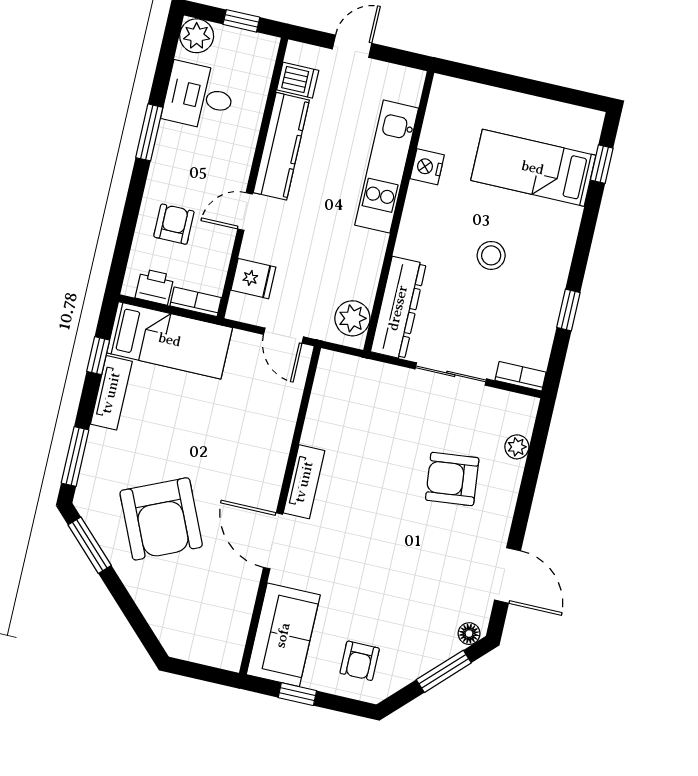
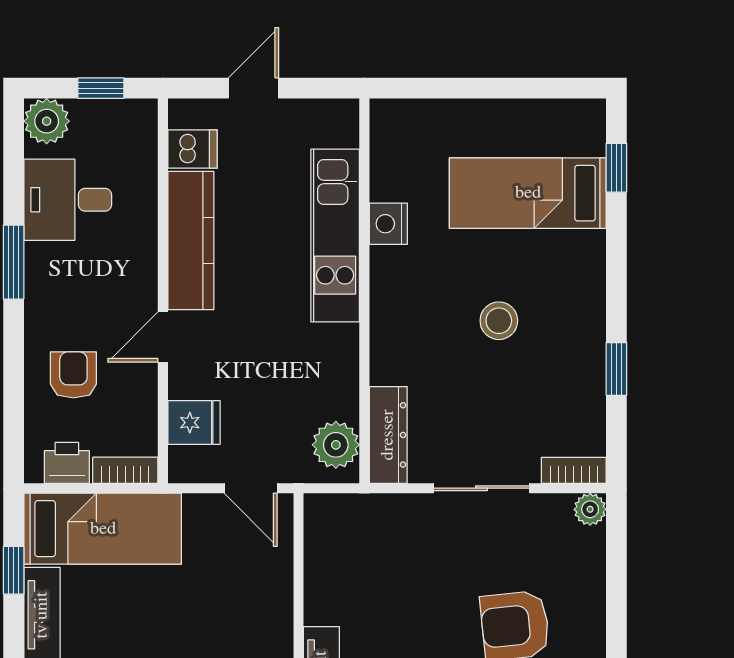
dresser: (398, 308) -> (388, 435), width x0.73, depth x0.80
plant: (517, 447) -> (590, 509), moved

